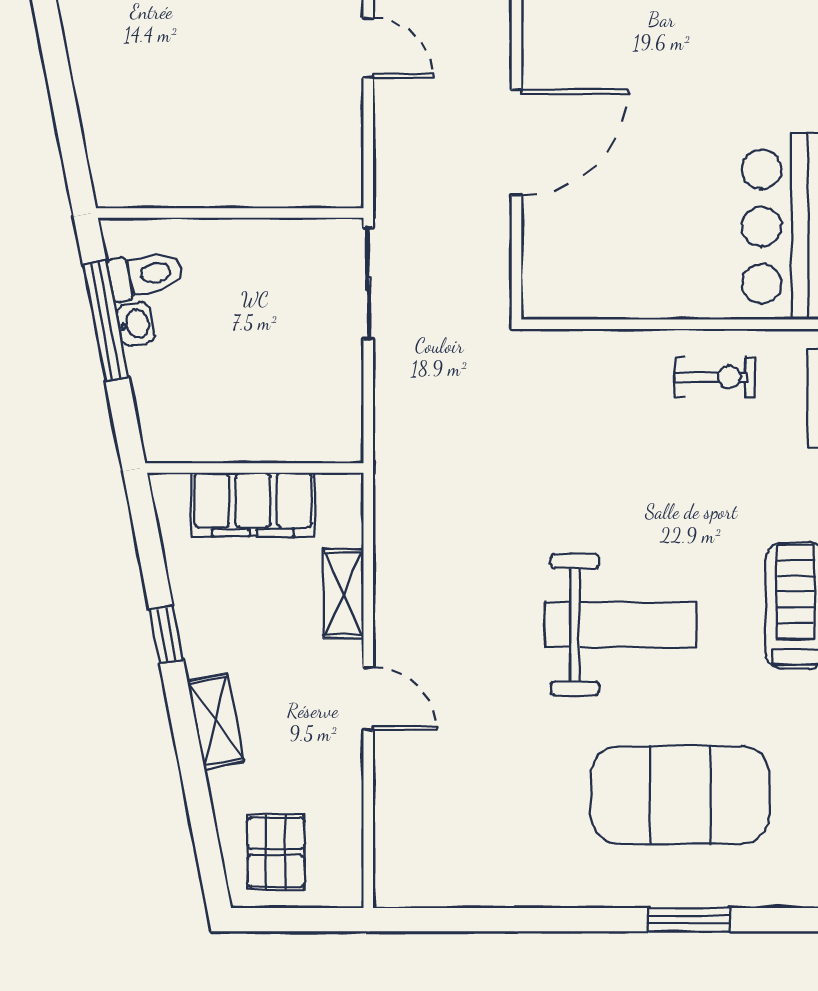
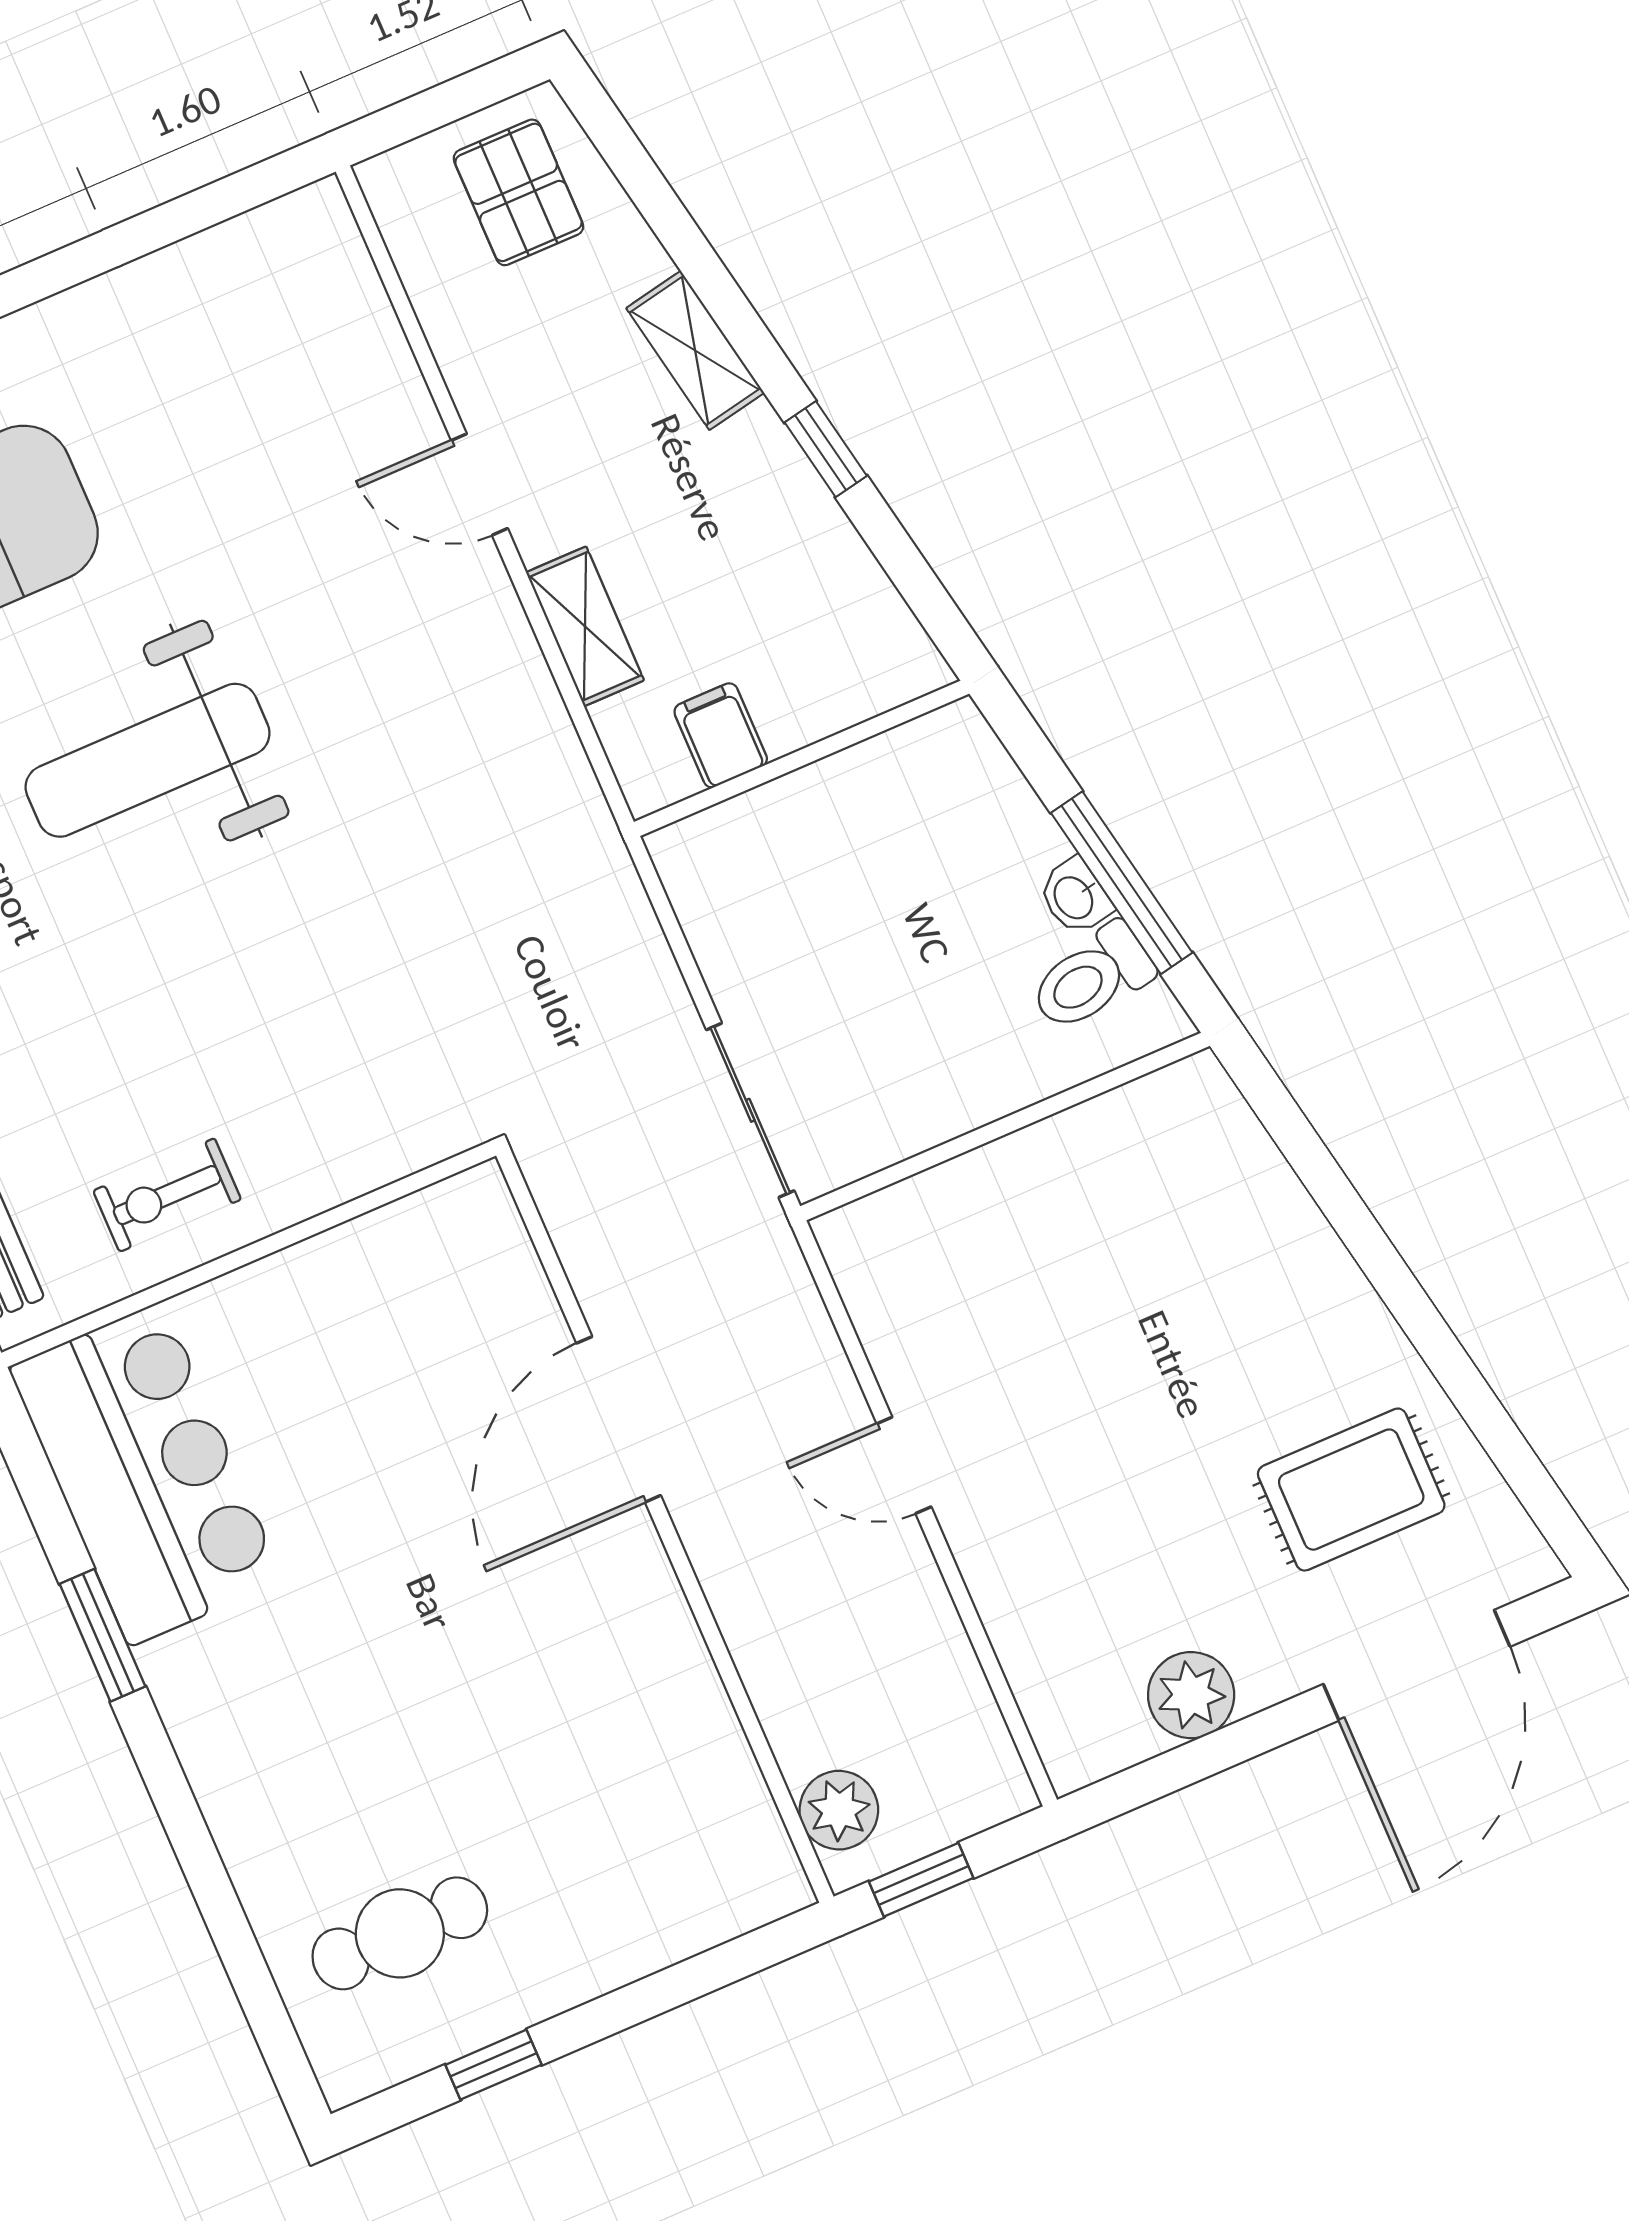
filing cabinet: (253, 505) -> (721, 735), width x0.33, depth x0.86

